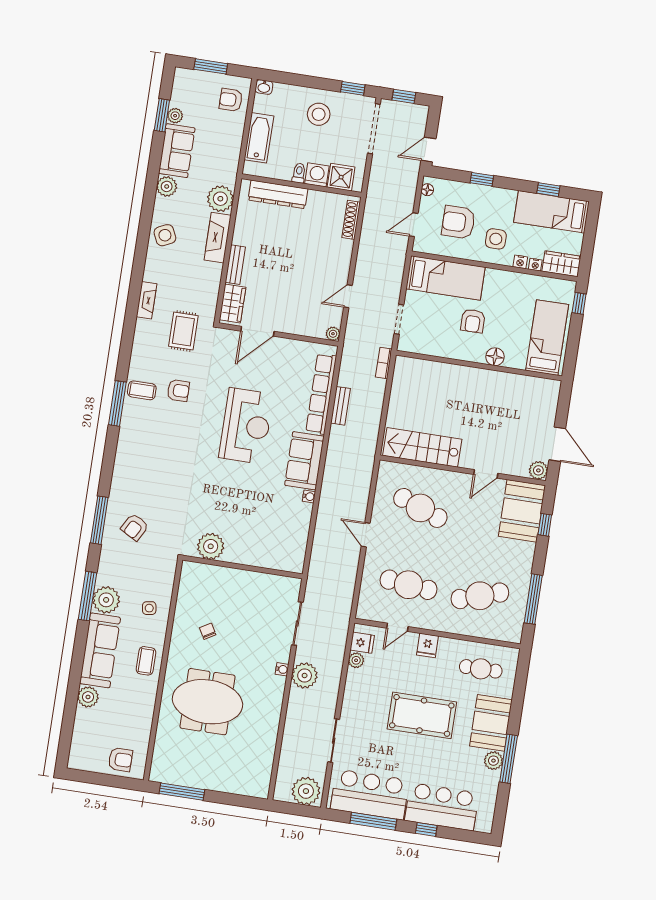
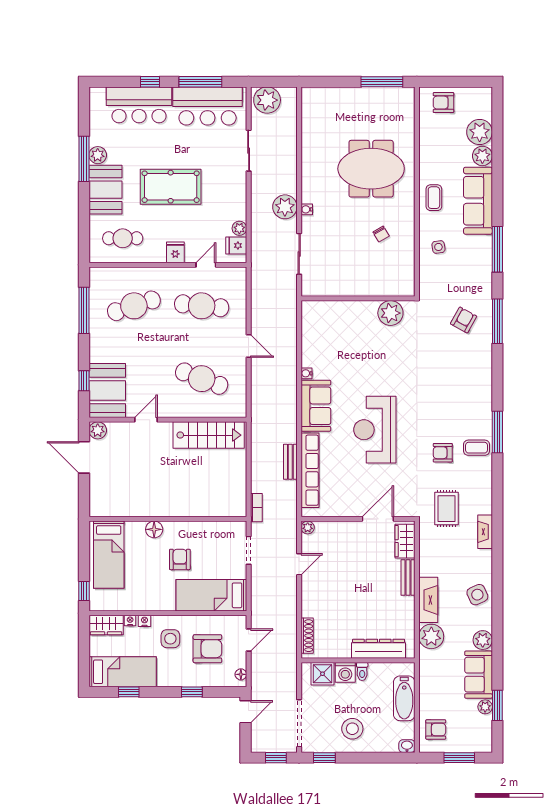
plant: (106, 600) -> (480, 132), moved

